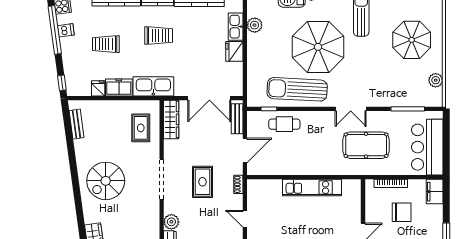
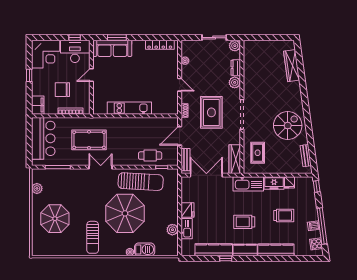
spiral stairs: (106, 181) -> (288, 126), moved
rug: (203, 182) -> (211, 112), width x1.36, depth x1.43

